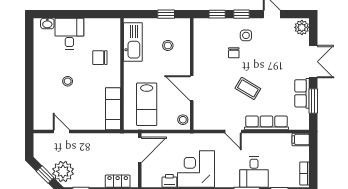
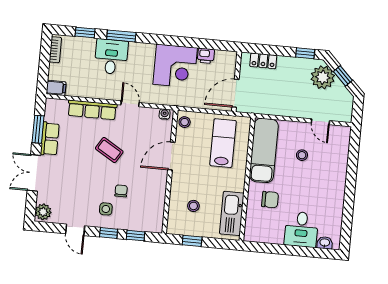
stool: (68, 81) -> (302, 155), moved
door: (192, 88) -> (171, 156), swing flipped
exam couch: (113, 109) -> (264, 150), width x1.36, depth x1.45
water cooler: (201, 125) -> (165, 114), added

